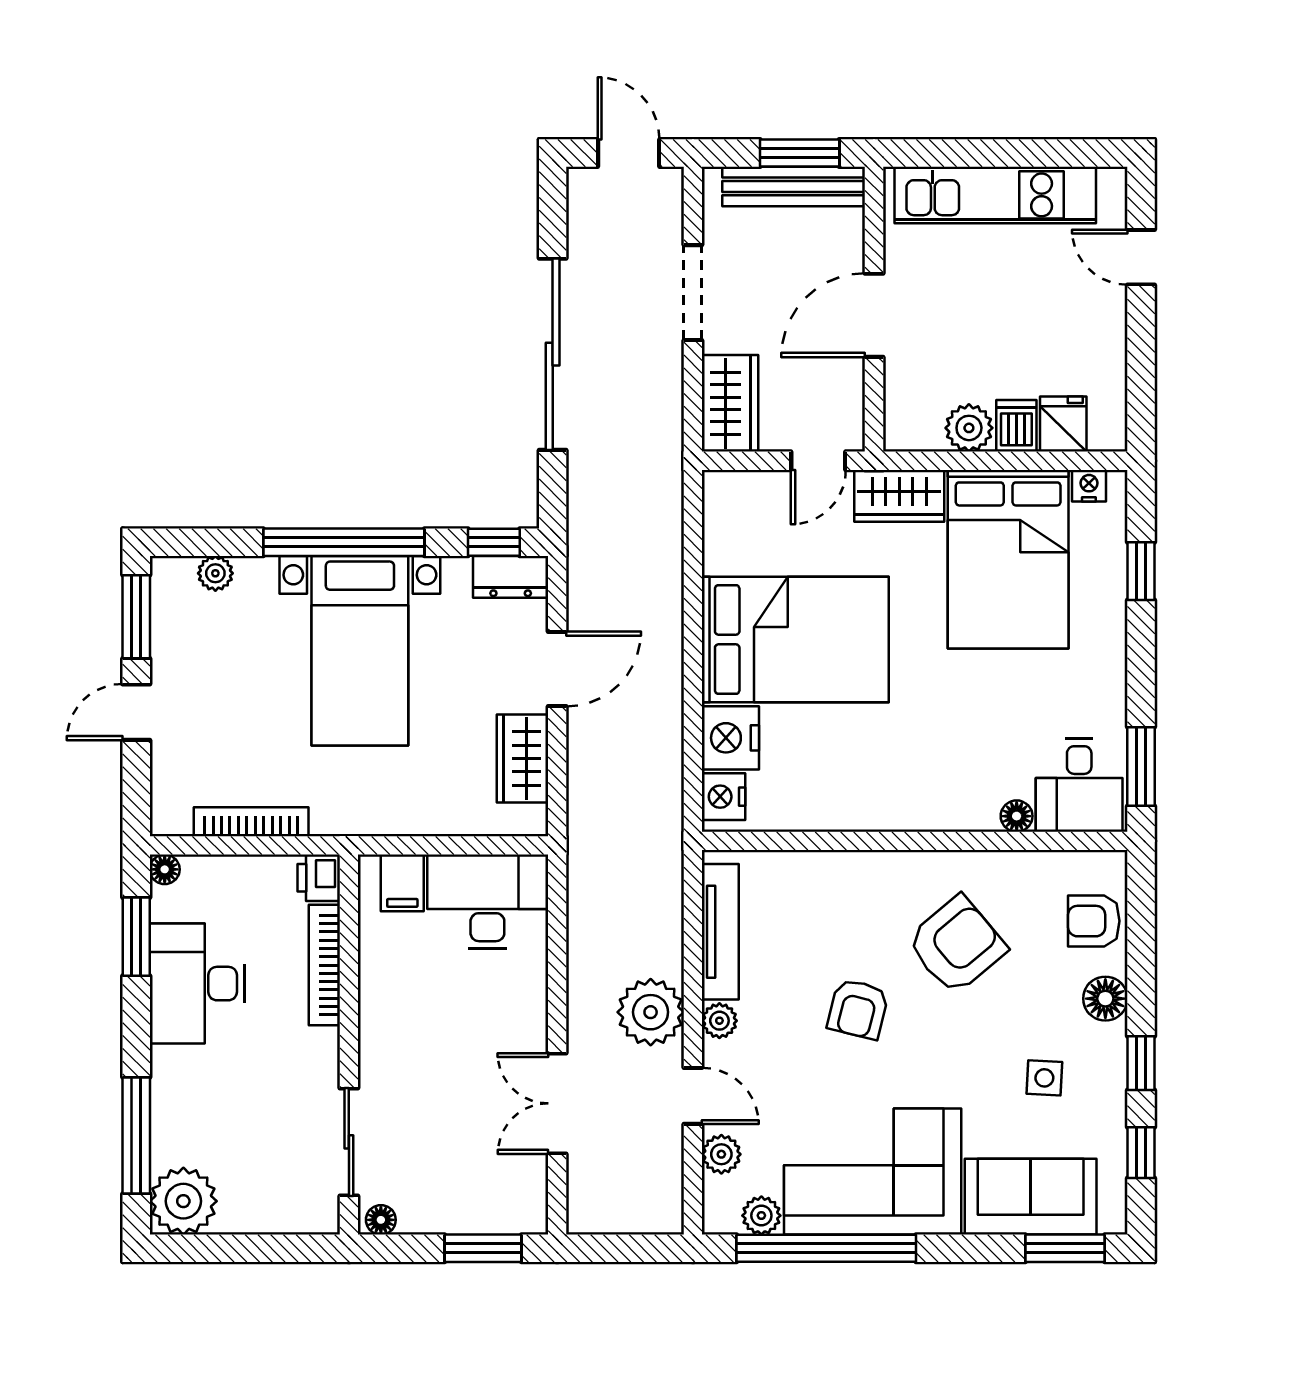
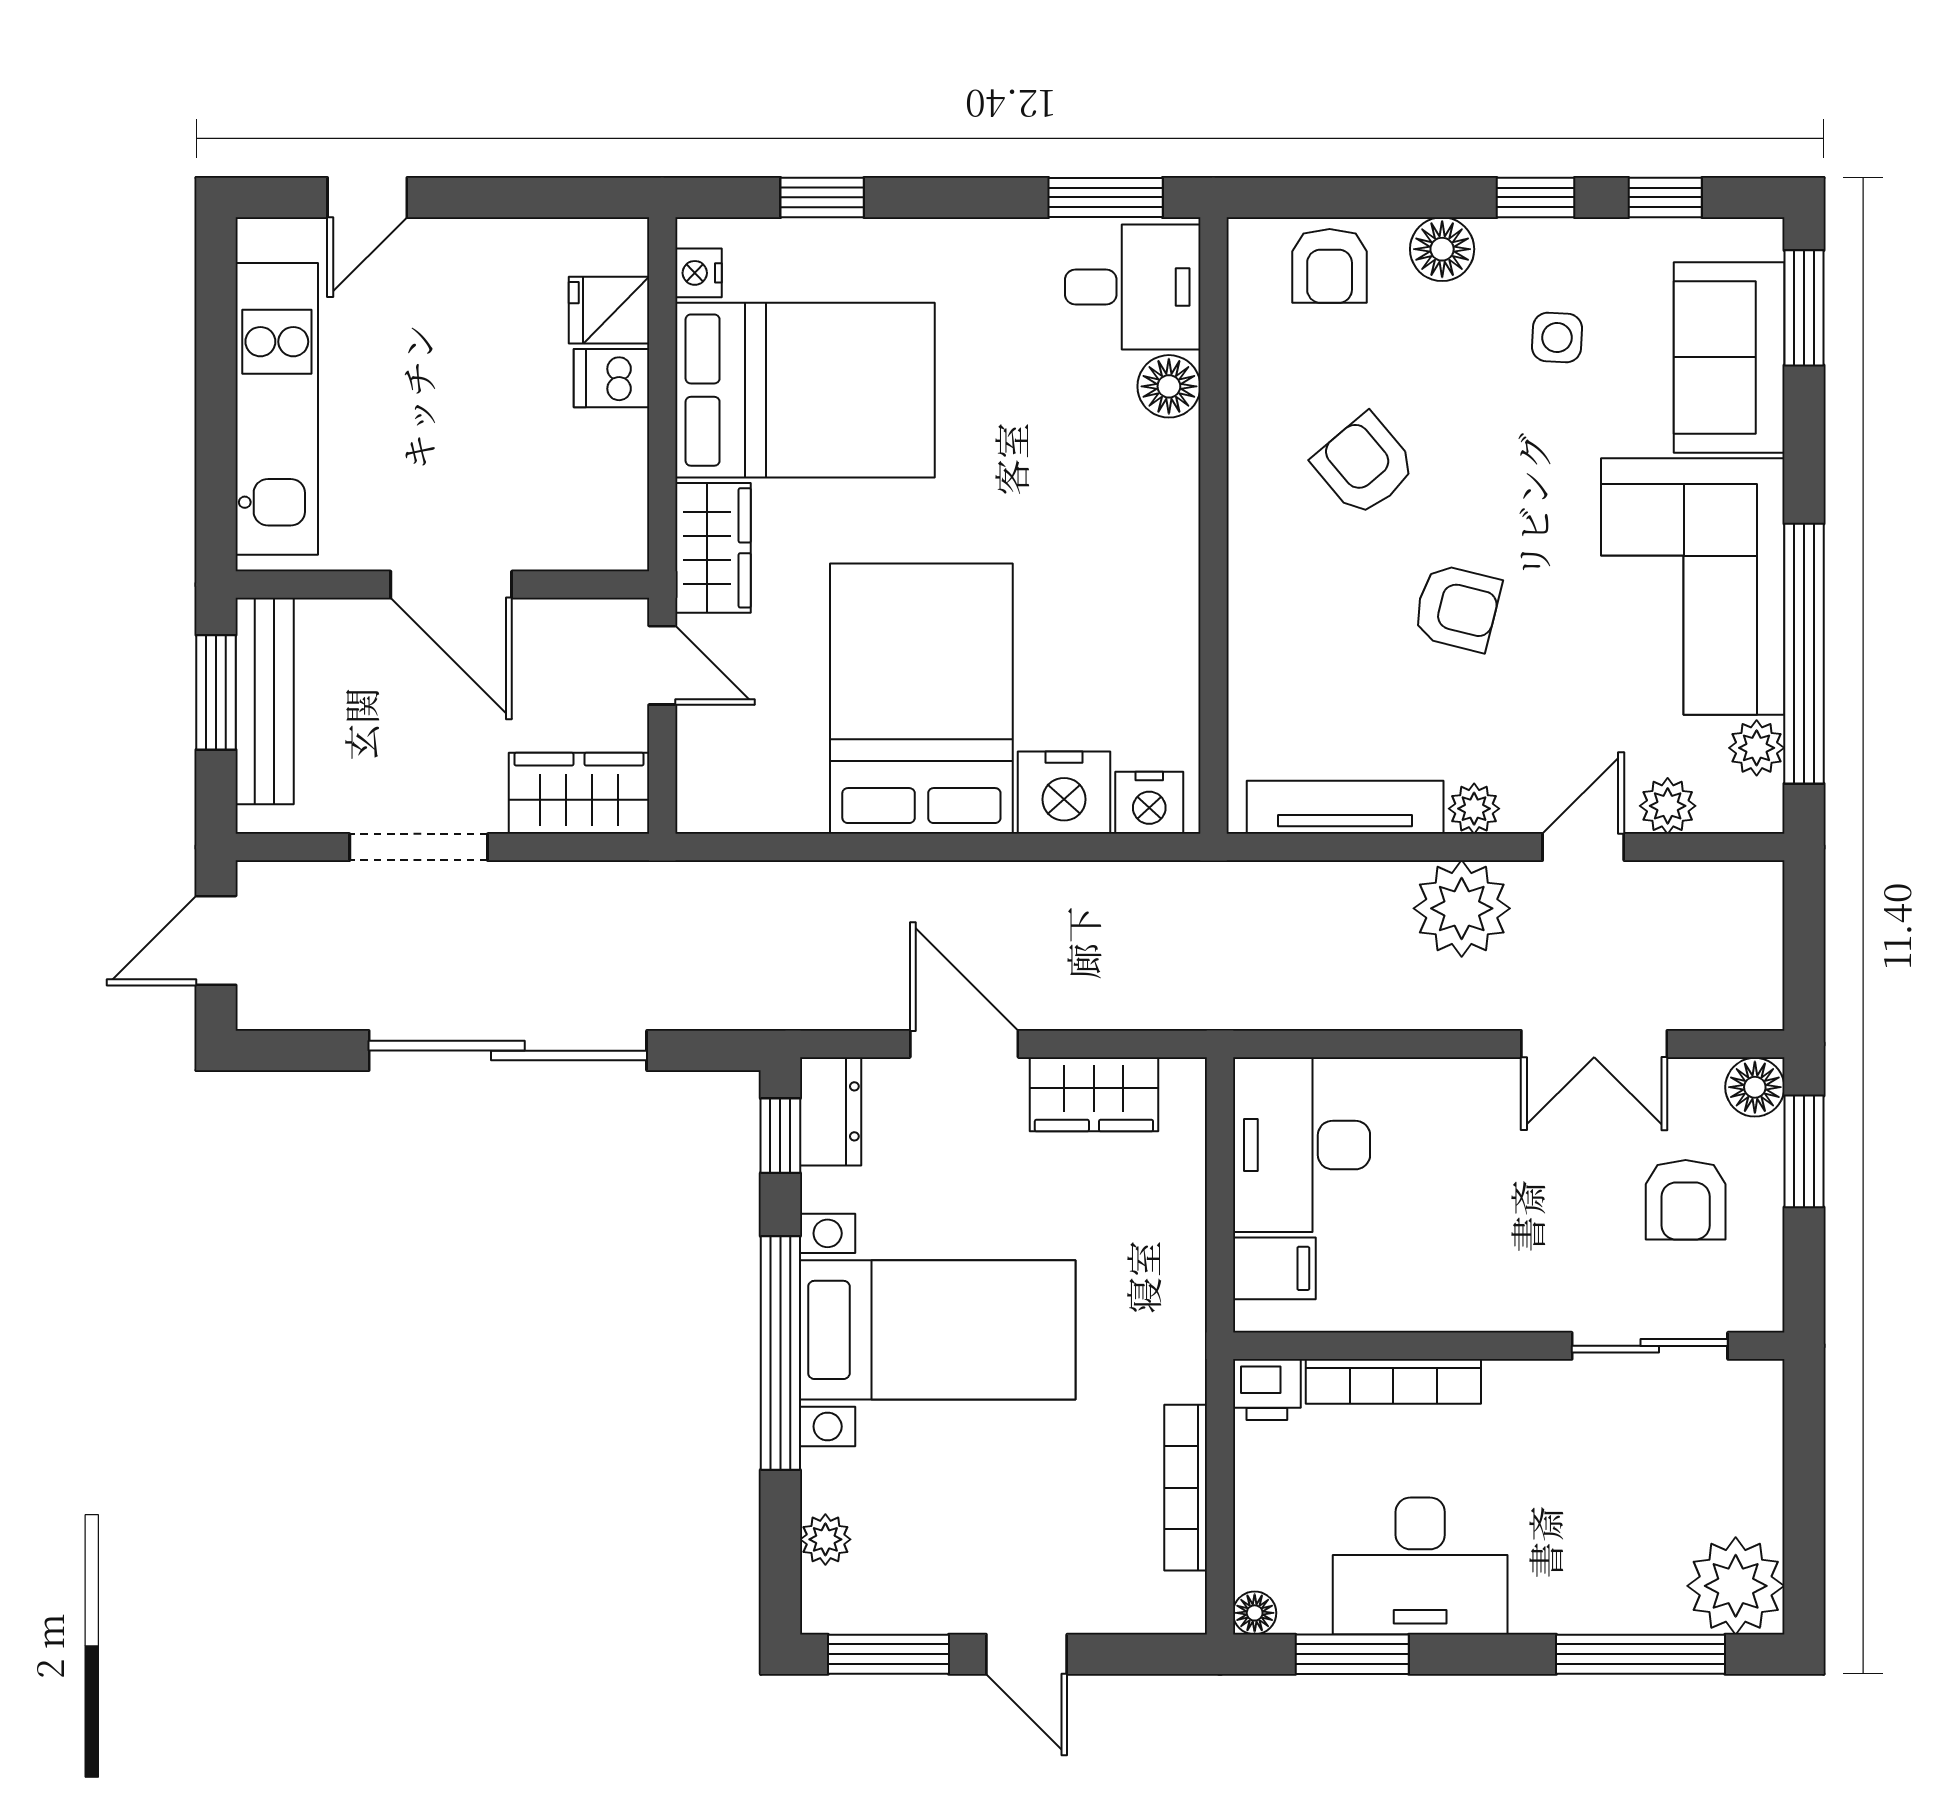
plant: (969, 428) -> (615, 447), removed
floor lamp: (1017, 816) -> (1169, 386), width x1.37, depth x1.37
armchair: (957, 945) -> (1364, 465), width x0.72, depth x0.72
armchair: (450, 1167) -> (1686, 1200), added
floor lamp: (381, 1220) -> (1755, 1087), moved, width x1.37, depth x1.37

